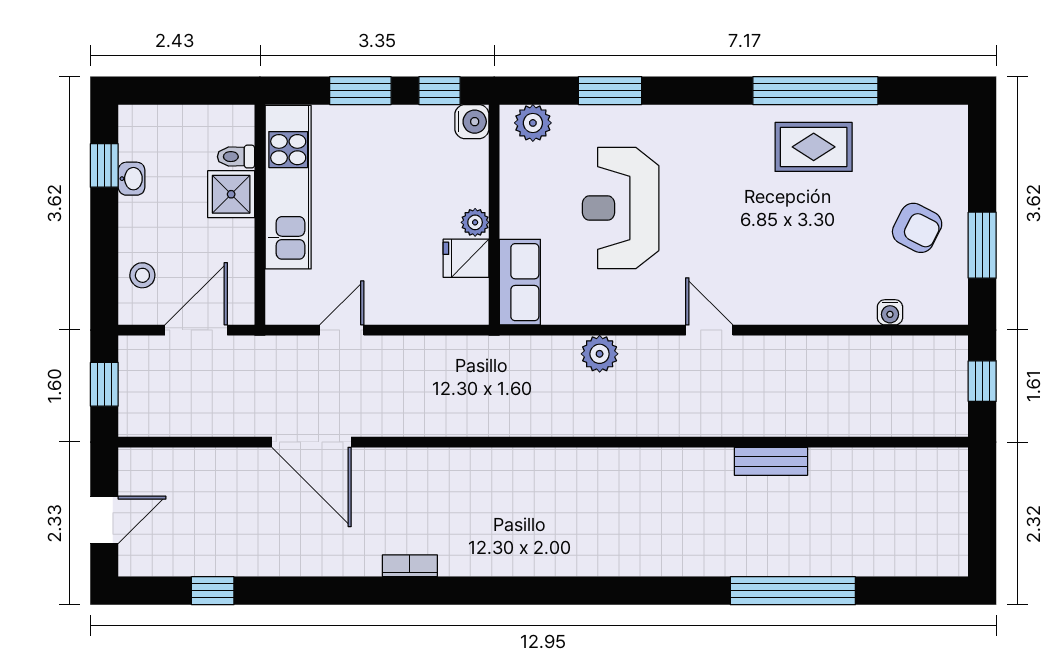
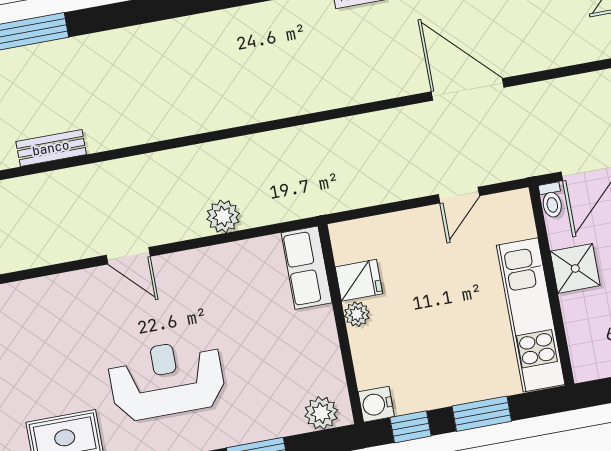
toilet: (236, 157) -> (551, 200), moved, turned 90
shower: (231, 194) -> (575, 268), moved
reception desk: (621, 208) -> (167, 380), moved, turned -90

